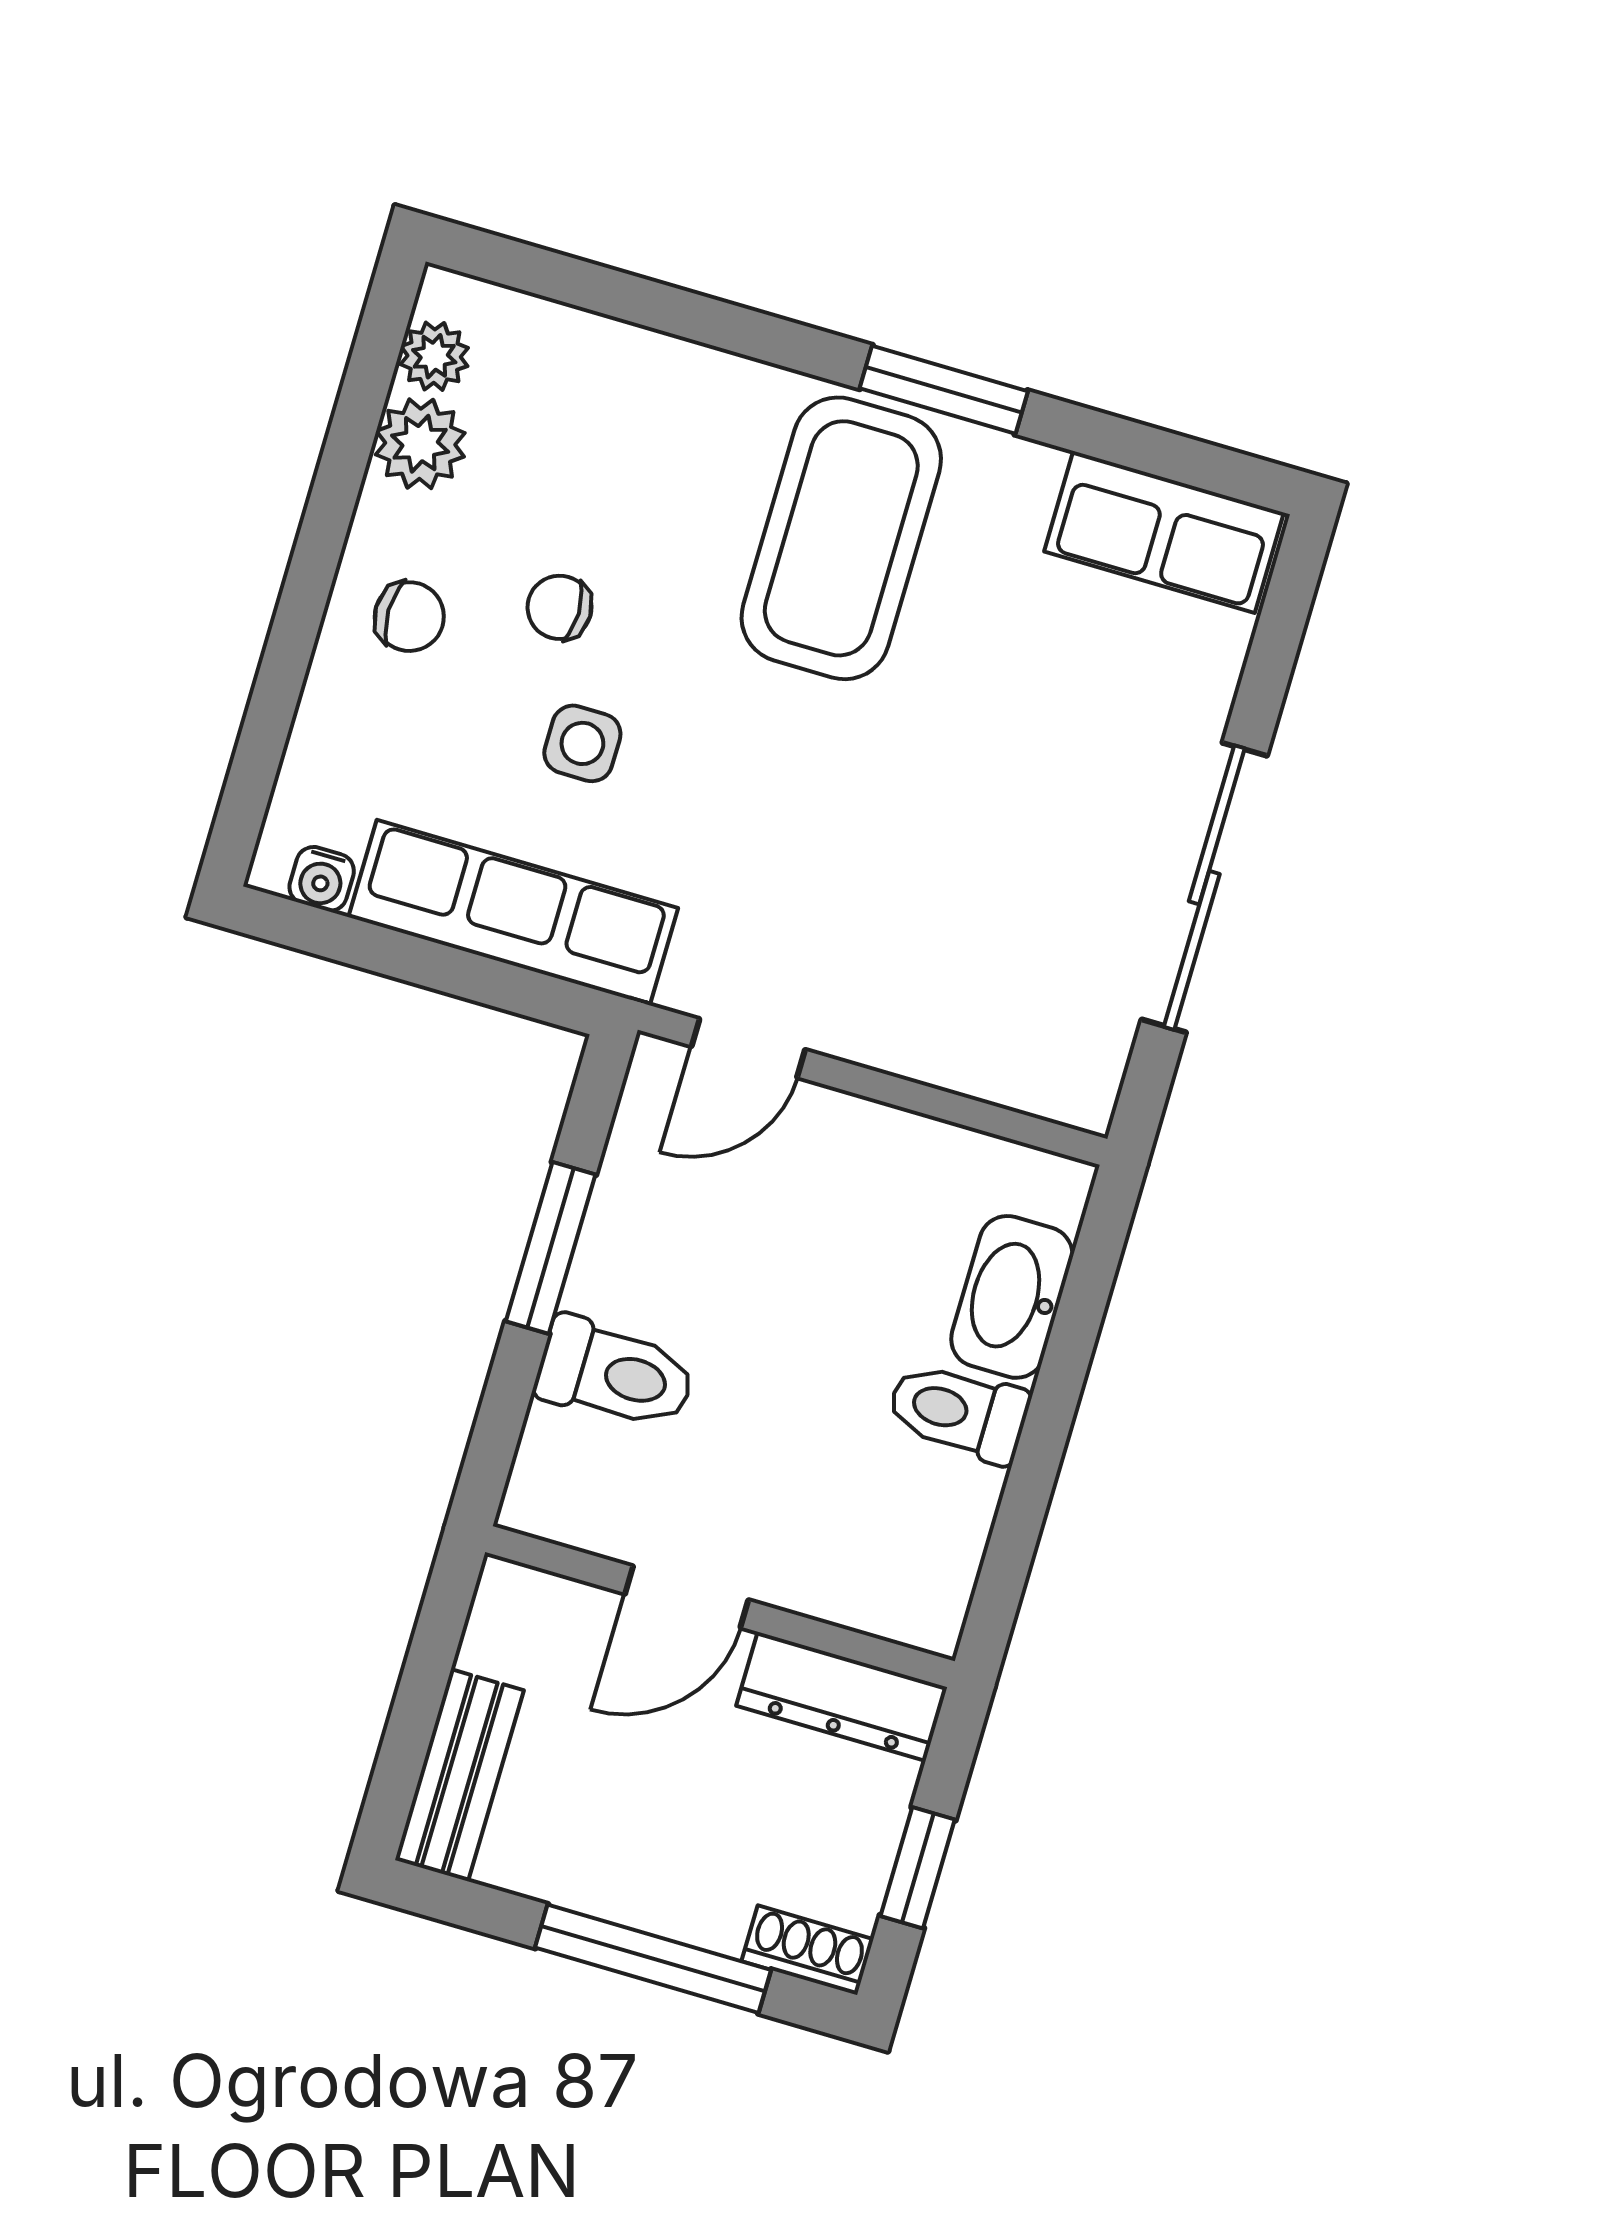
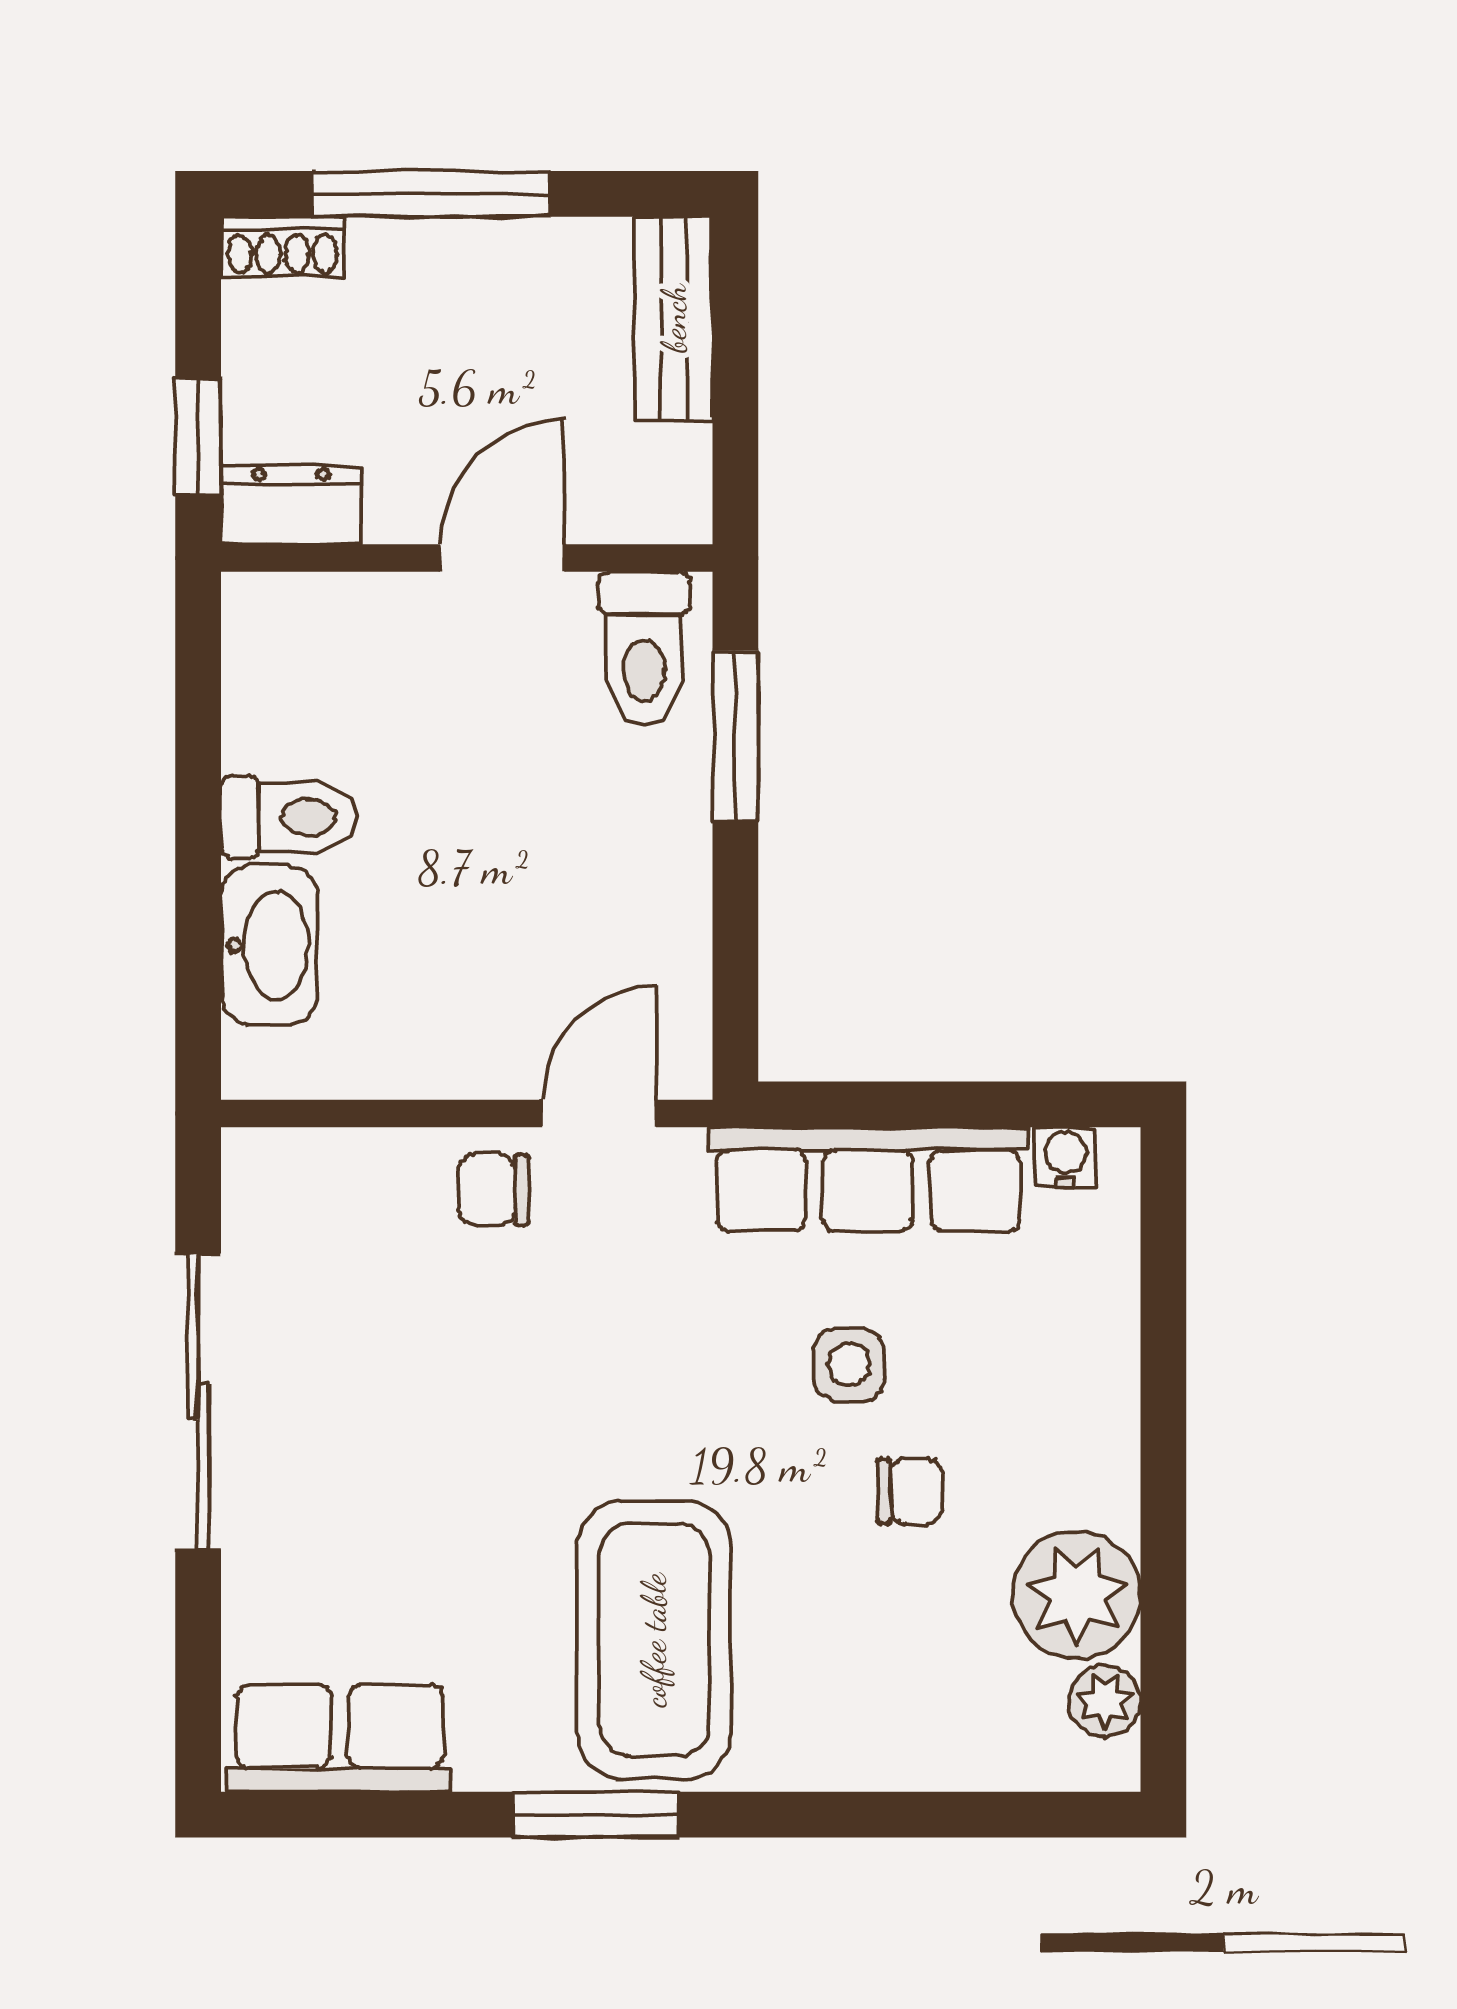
plant: (420, 444) -> (1077, 1595), width x1.36, depth x1.36
chair: (409, 617) -> (494, 1190), moved
window: (551, 1248) -> (735, 736), moved
toilet: (615, 1374) -> (644, 648), moved, turned -90
dresser: (842, 1696) -> (291, 505), width x0.70
window: (918, 1868) -> (198, 437), moved

